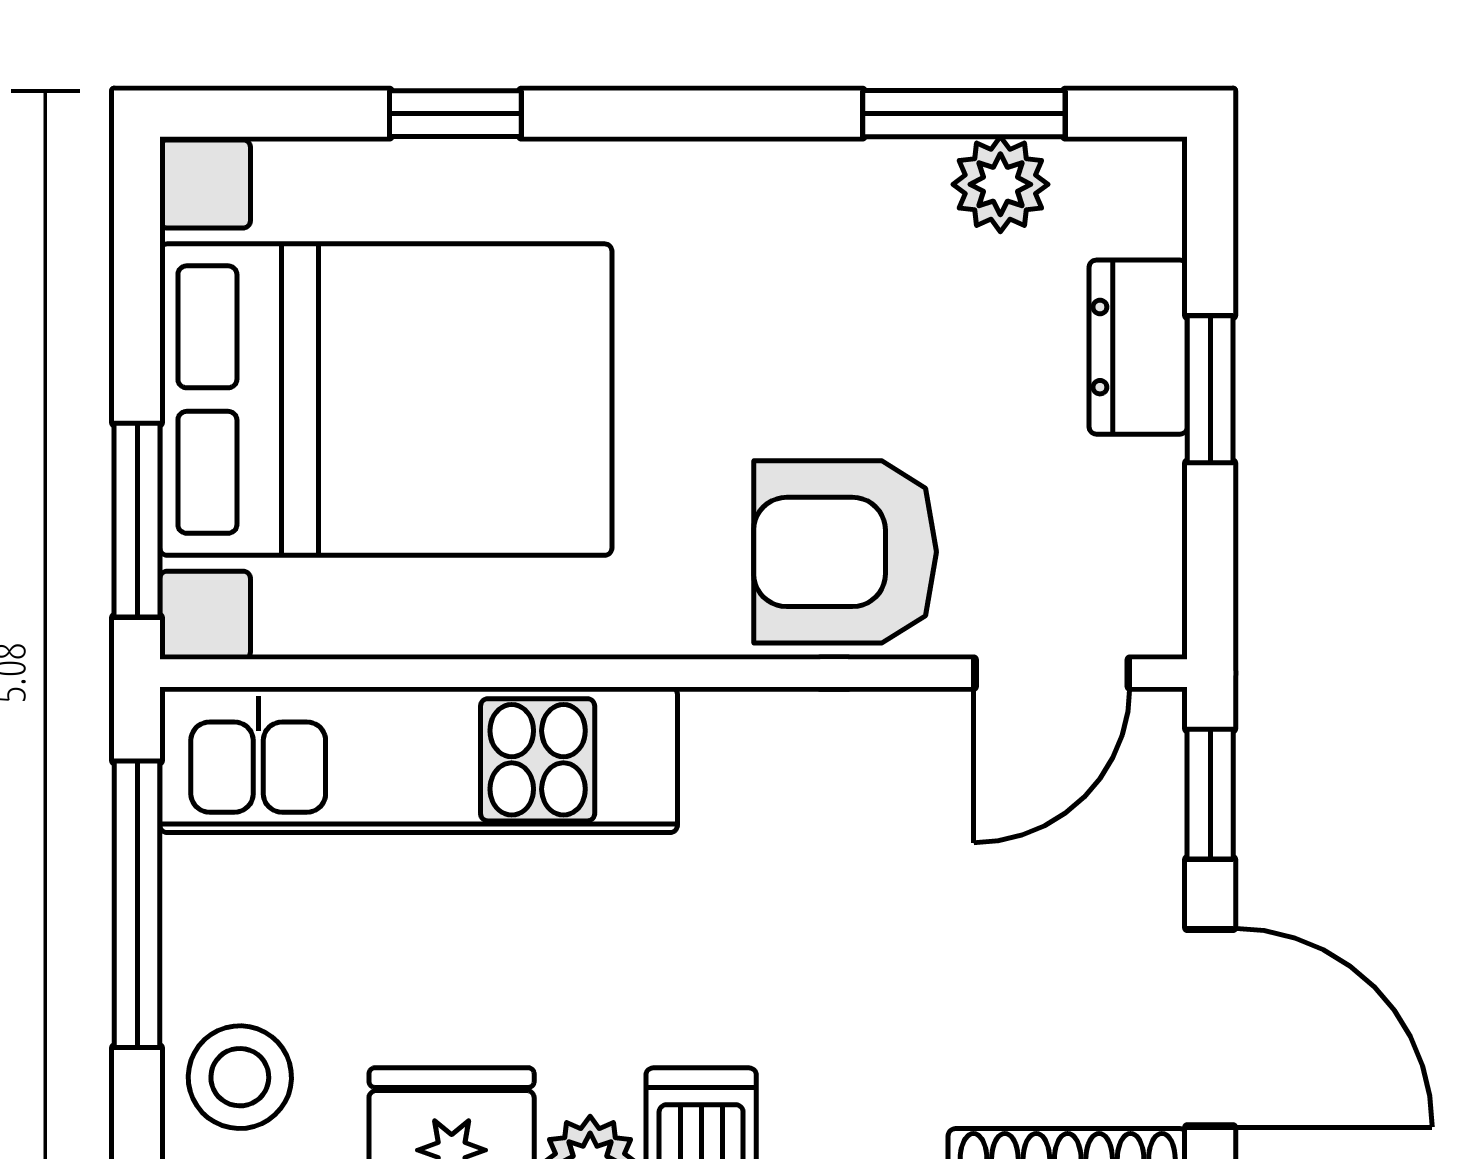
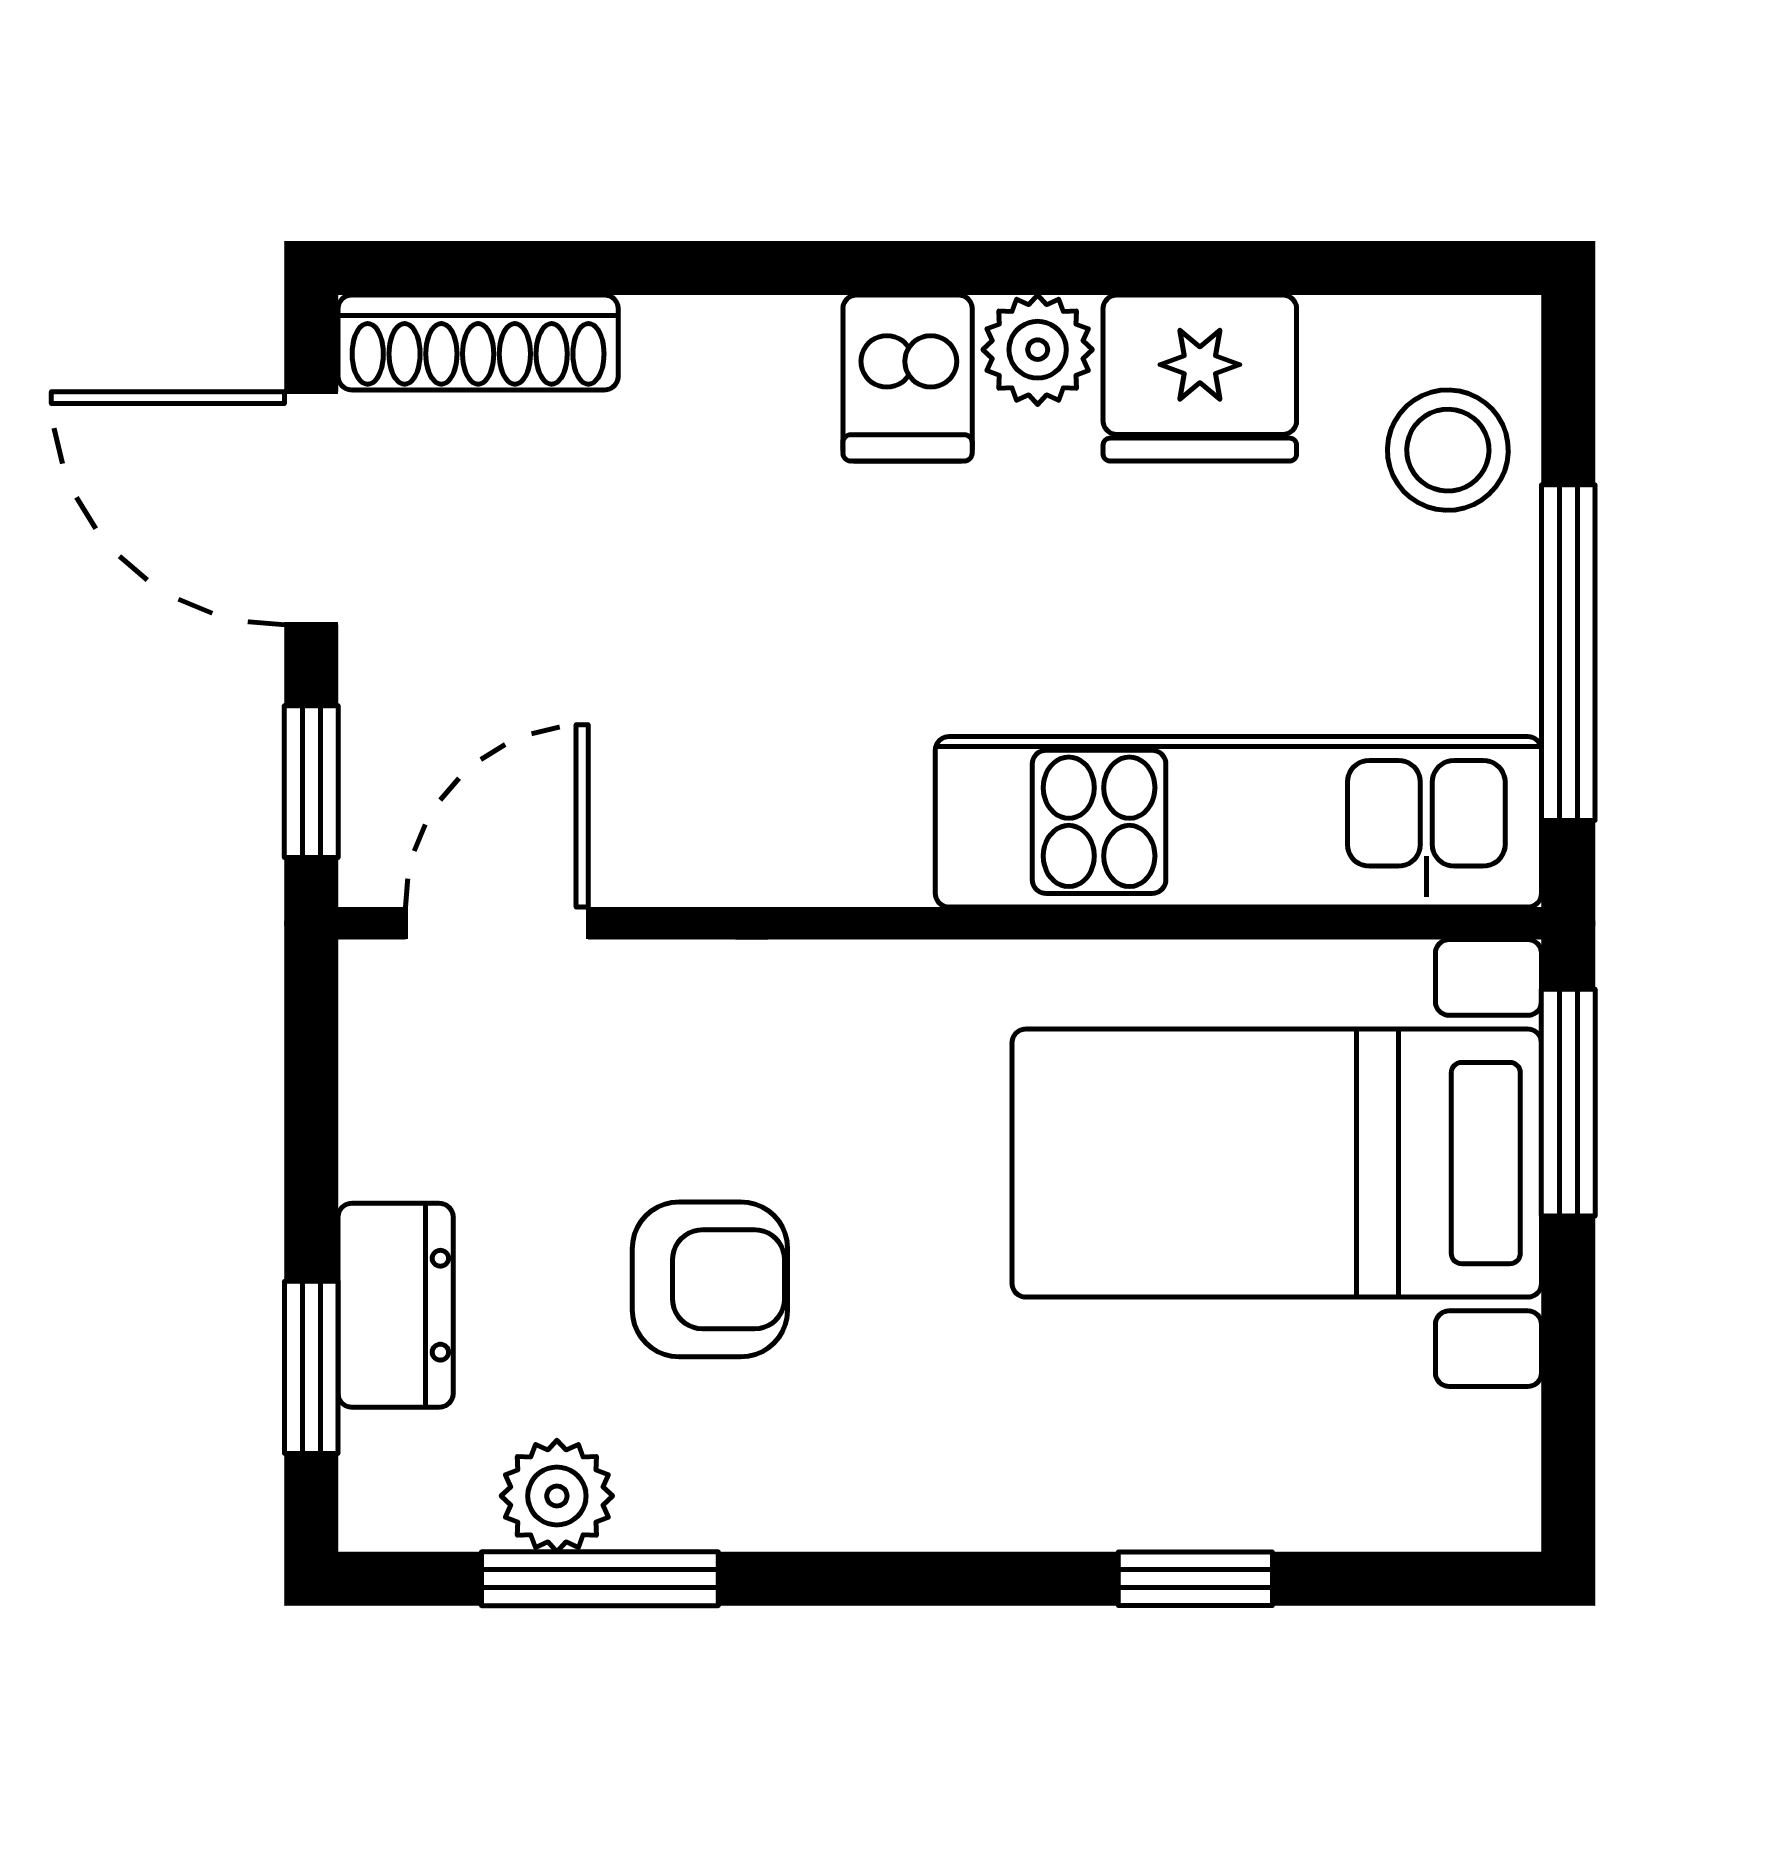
window: (1210, 389) -> (311, 1367), moved
bed with nightstands: (386, 400) -> (1277, 1163), width x0.73
armchair: (845, 552) -> (710, 1279), moved, width x0.72, depth x0.72

